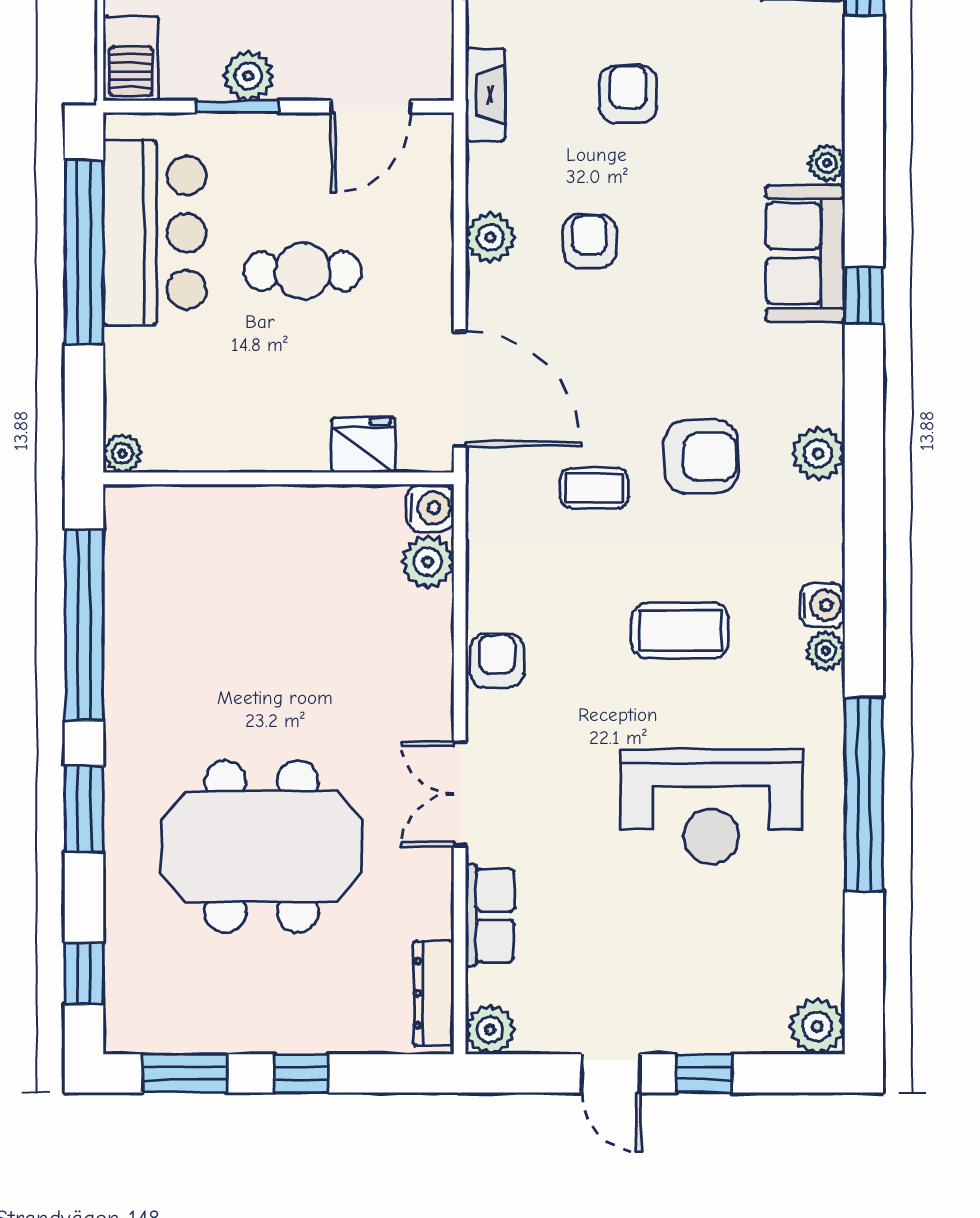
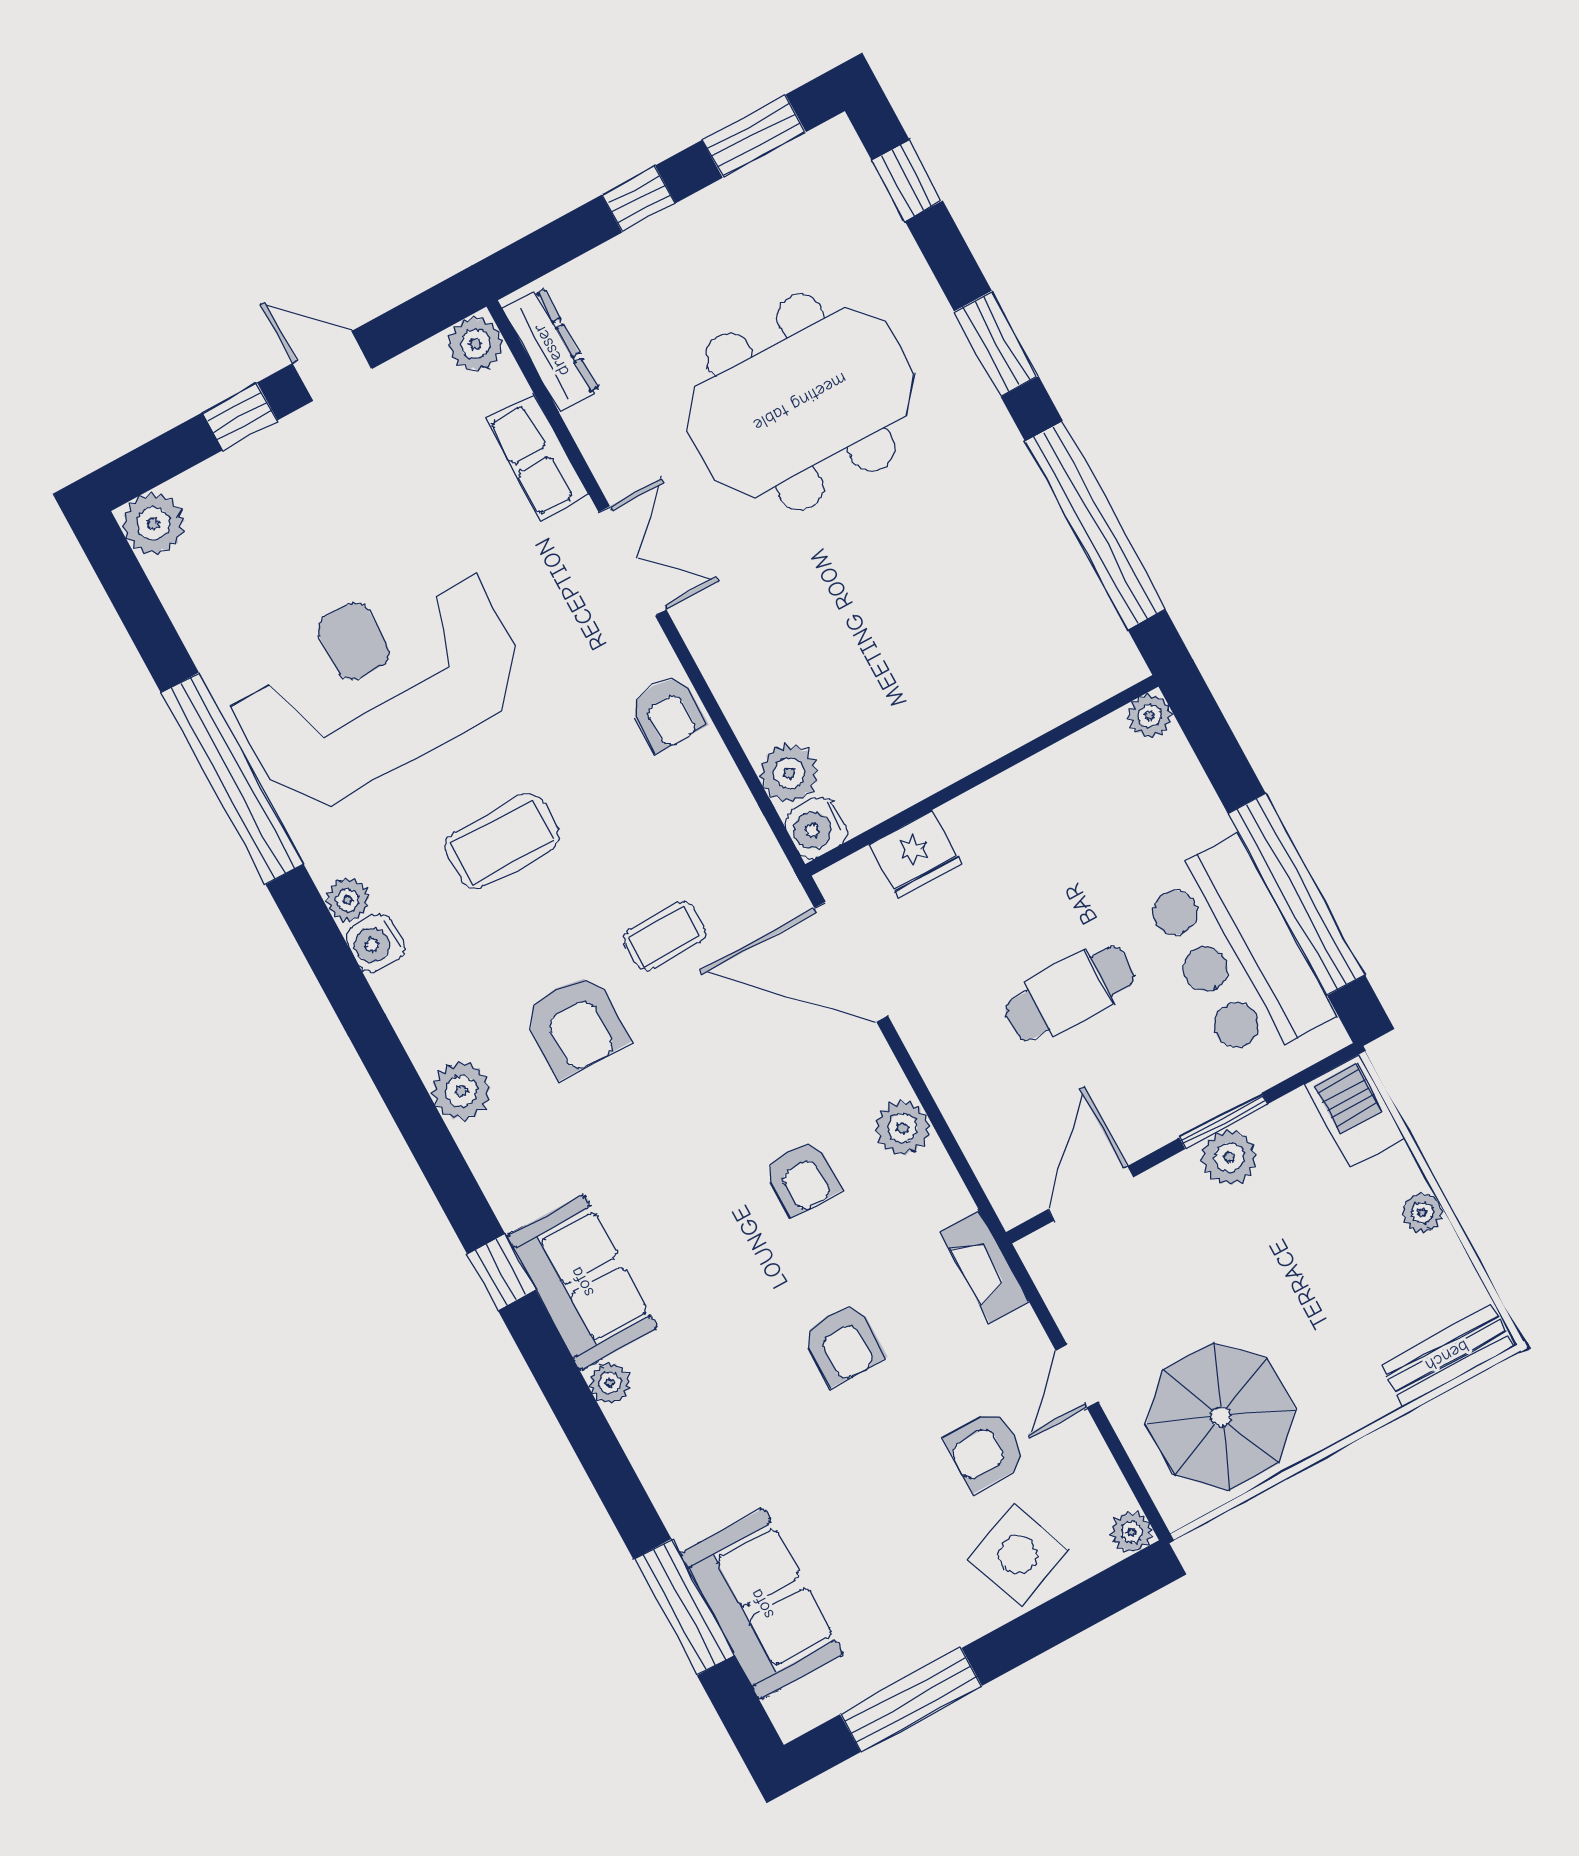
armchair: (701, 457) -> (576, 1025), turned -90
reception desk: (711, 807) -> (377, 684), width x1.36, depth x1.30

